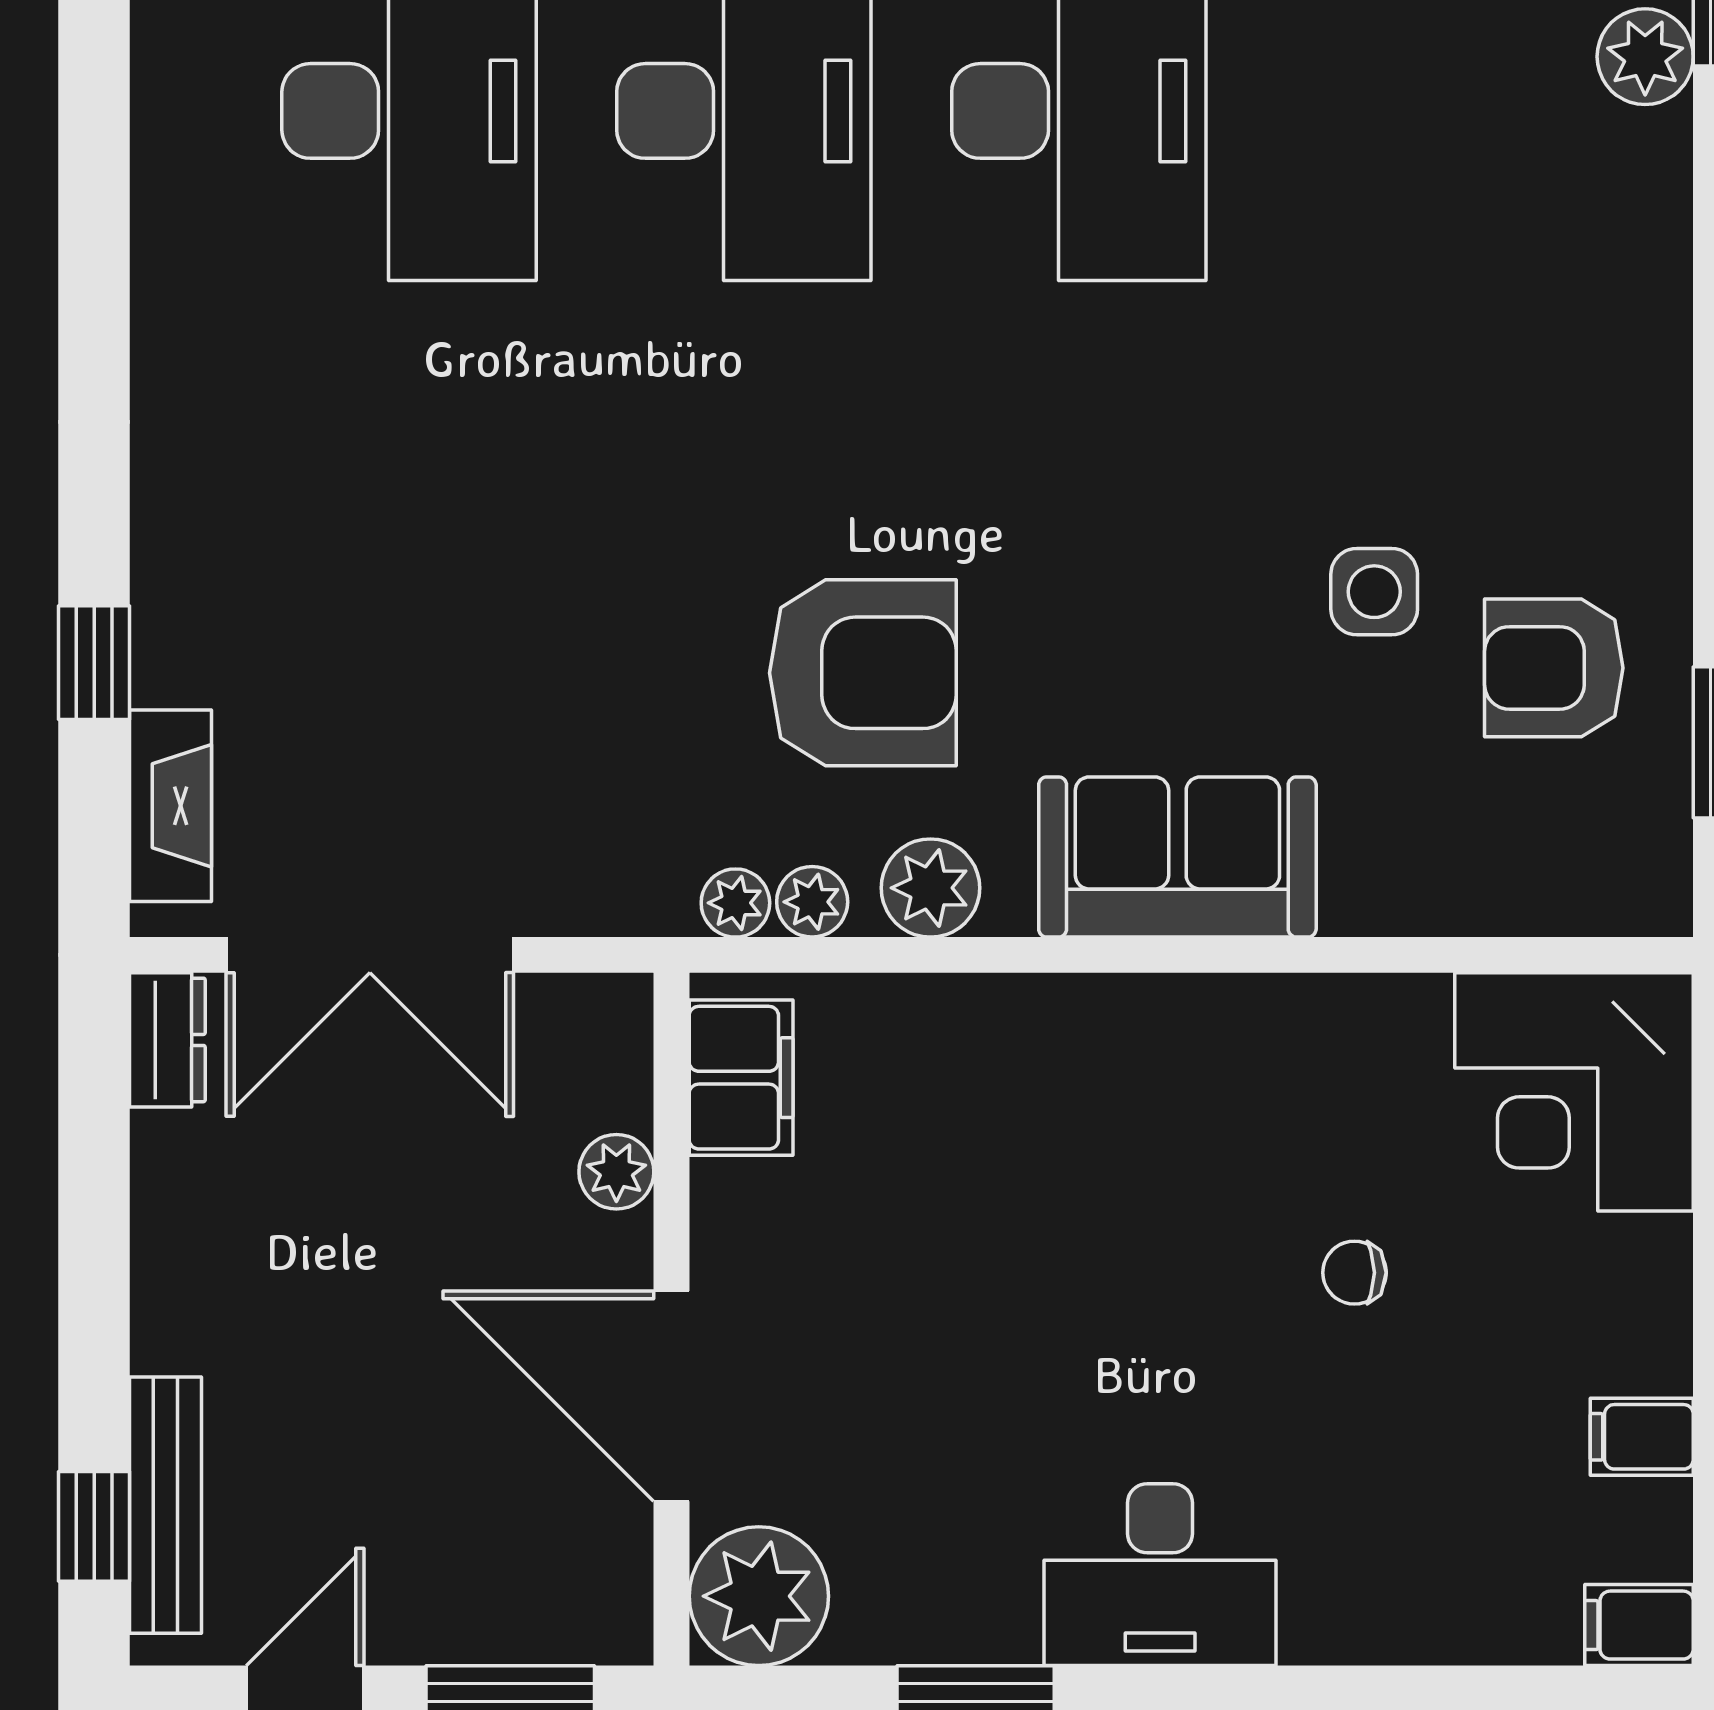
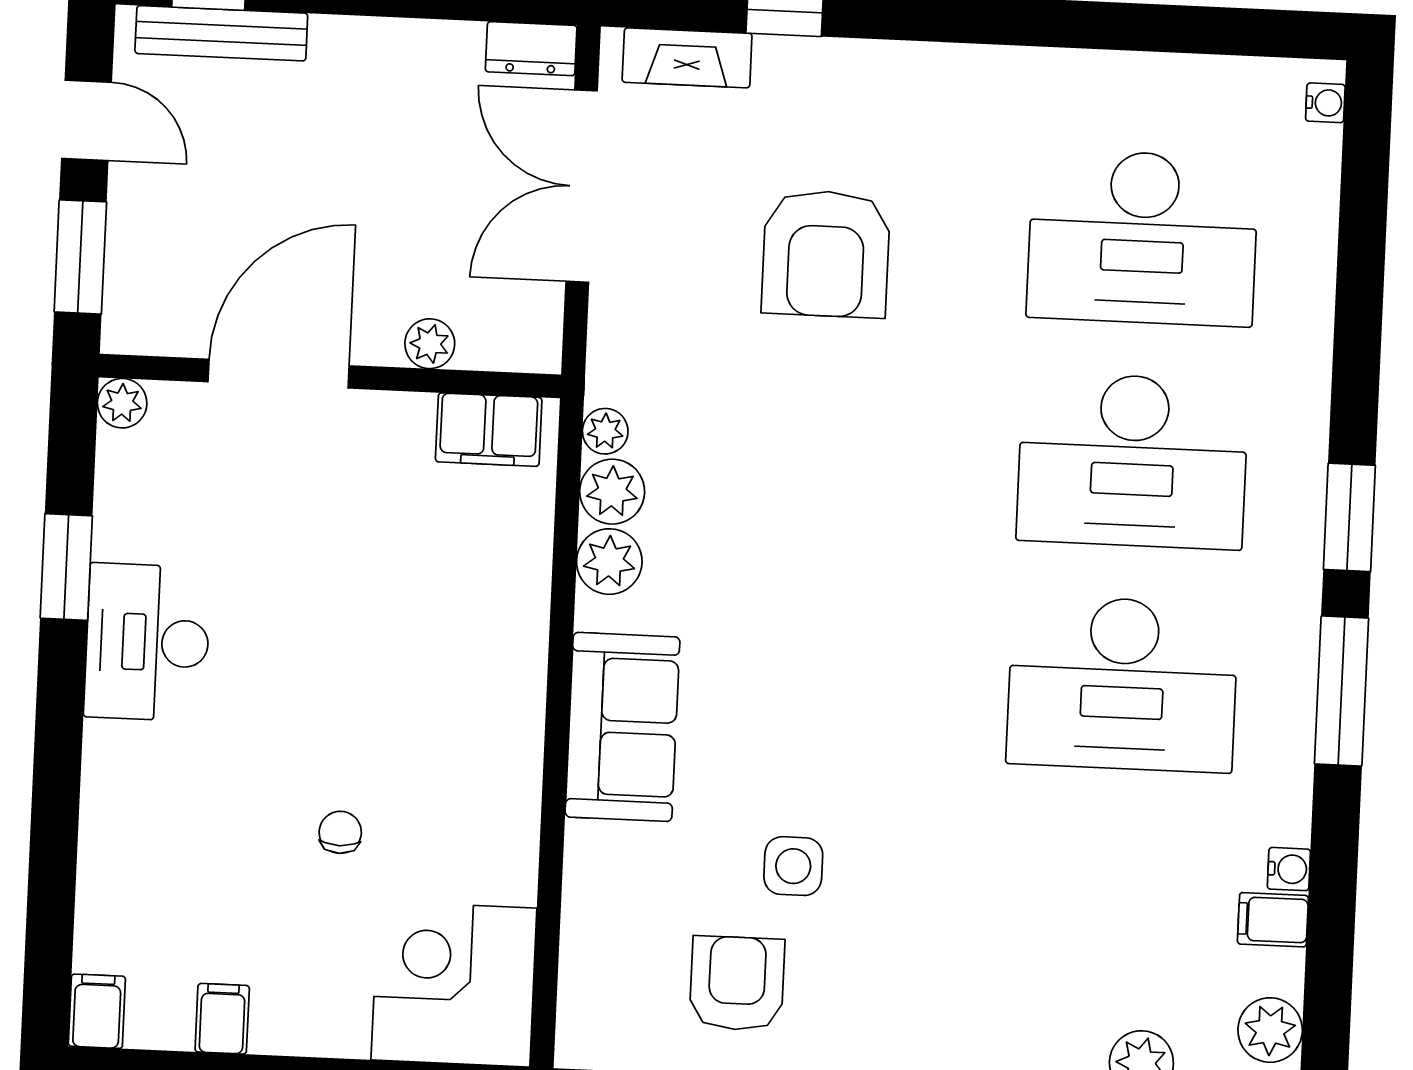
armchair: (863, 673) -> (826, 254), moved
plant: (812, 902) -> (612, 492), width x1.38, depth x1.38
desk: (1160, 1575) -> (147, 642), moved
plant: (759, 1596) -> (122, 403), width x0.53, depth x0.53

